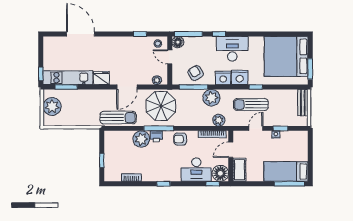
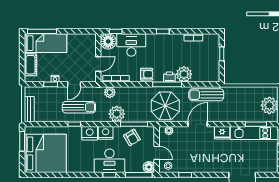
desk: (232, 49) -> (109, 161), moved
cot: (239, 170) -> (30, 65), moved

